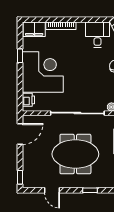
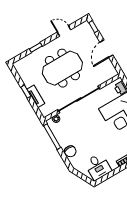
door: (20, 134) -> (106, 49), moved

